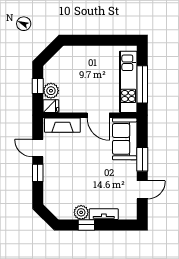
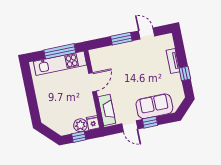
sofa: (125, 139) -> (154, 106), moved, turned 180
door: (38, 148) -> (130, 126), hinge flipped
plant: (81, 212) -> (175, 80), removed

